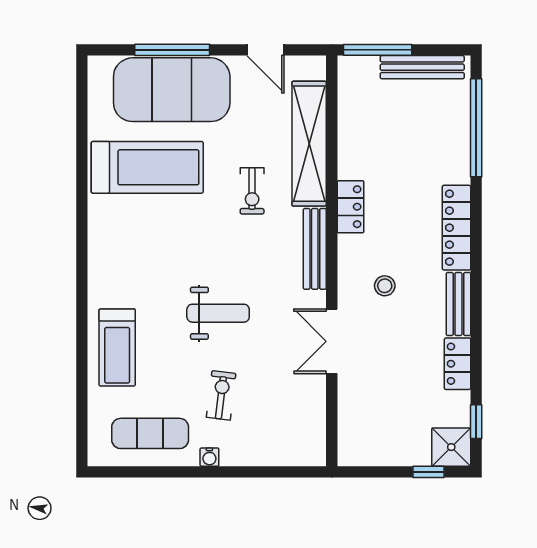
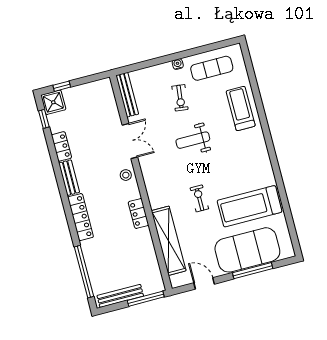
exercise bike: (252, 191) -> (199, 198), moved
bench: (315, 249) -> (127, 95), moved
stool: (385, 286) -> (126, 175), moved

